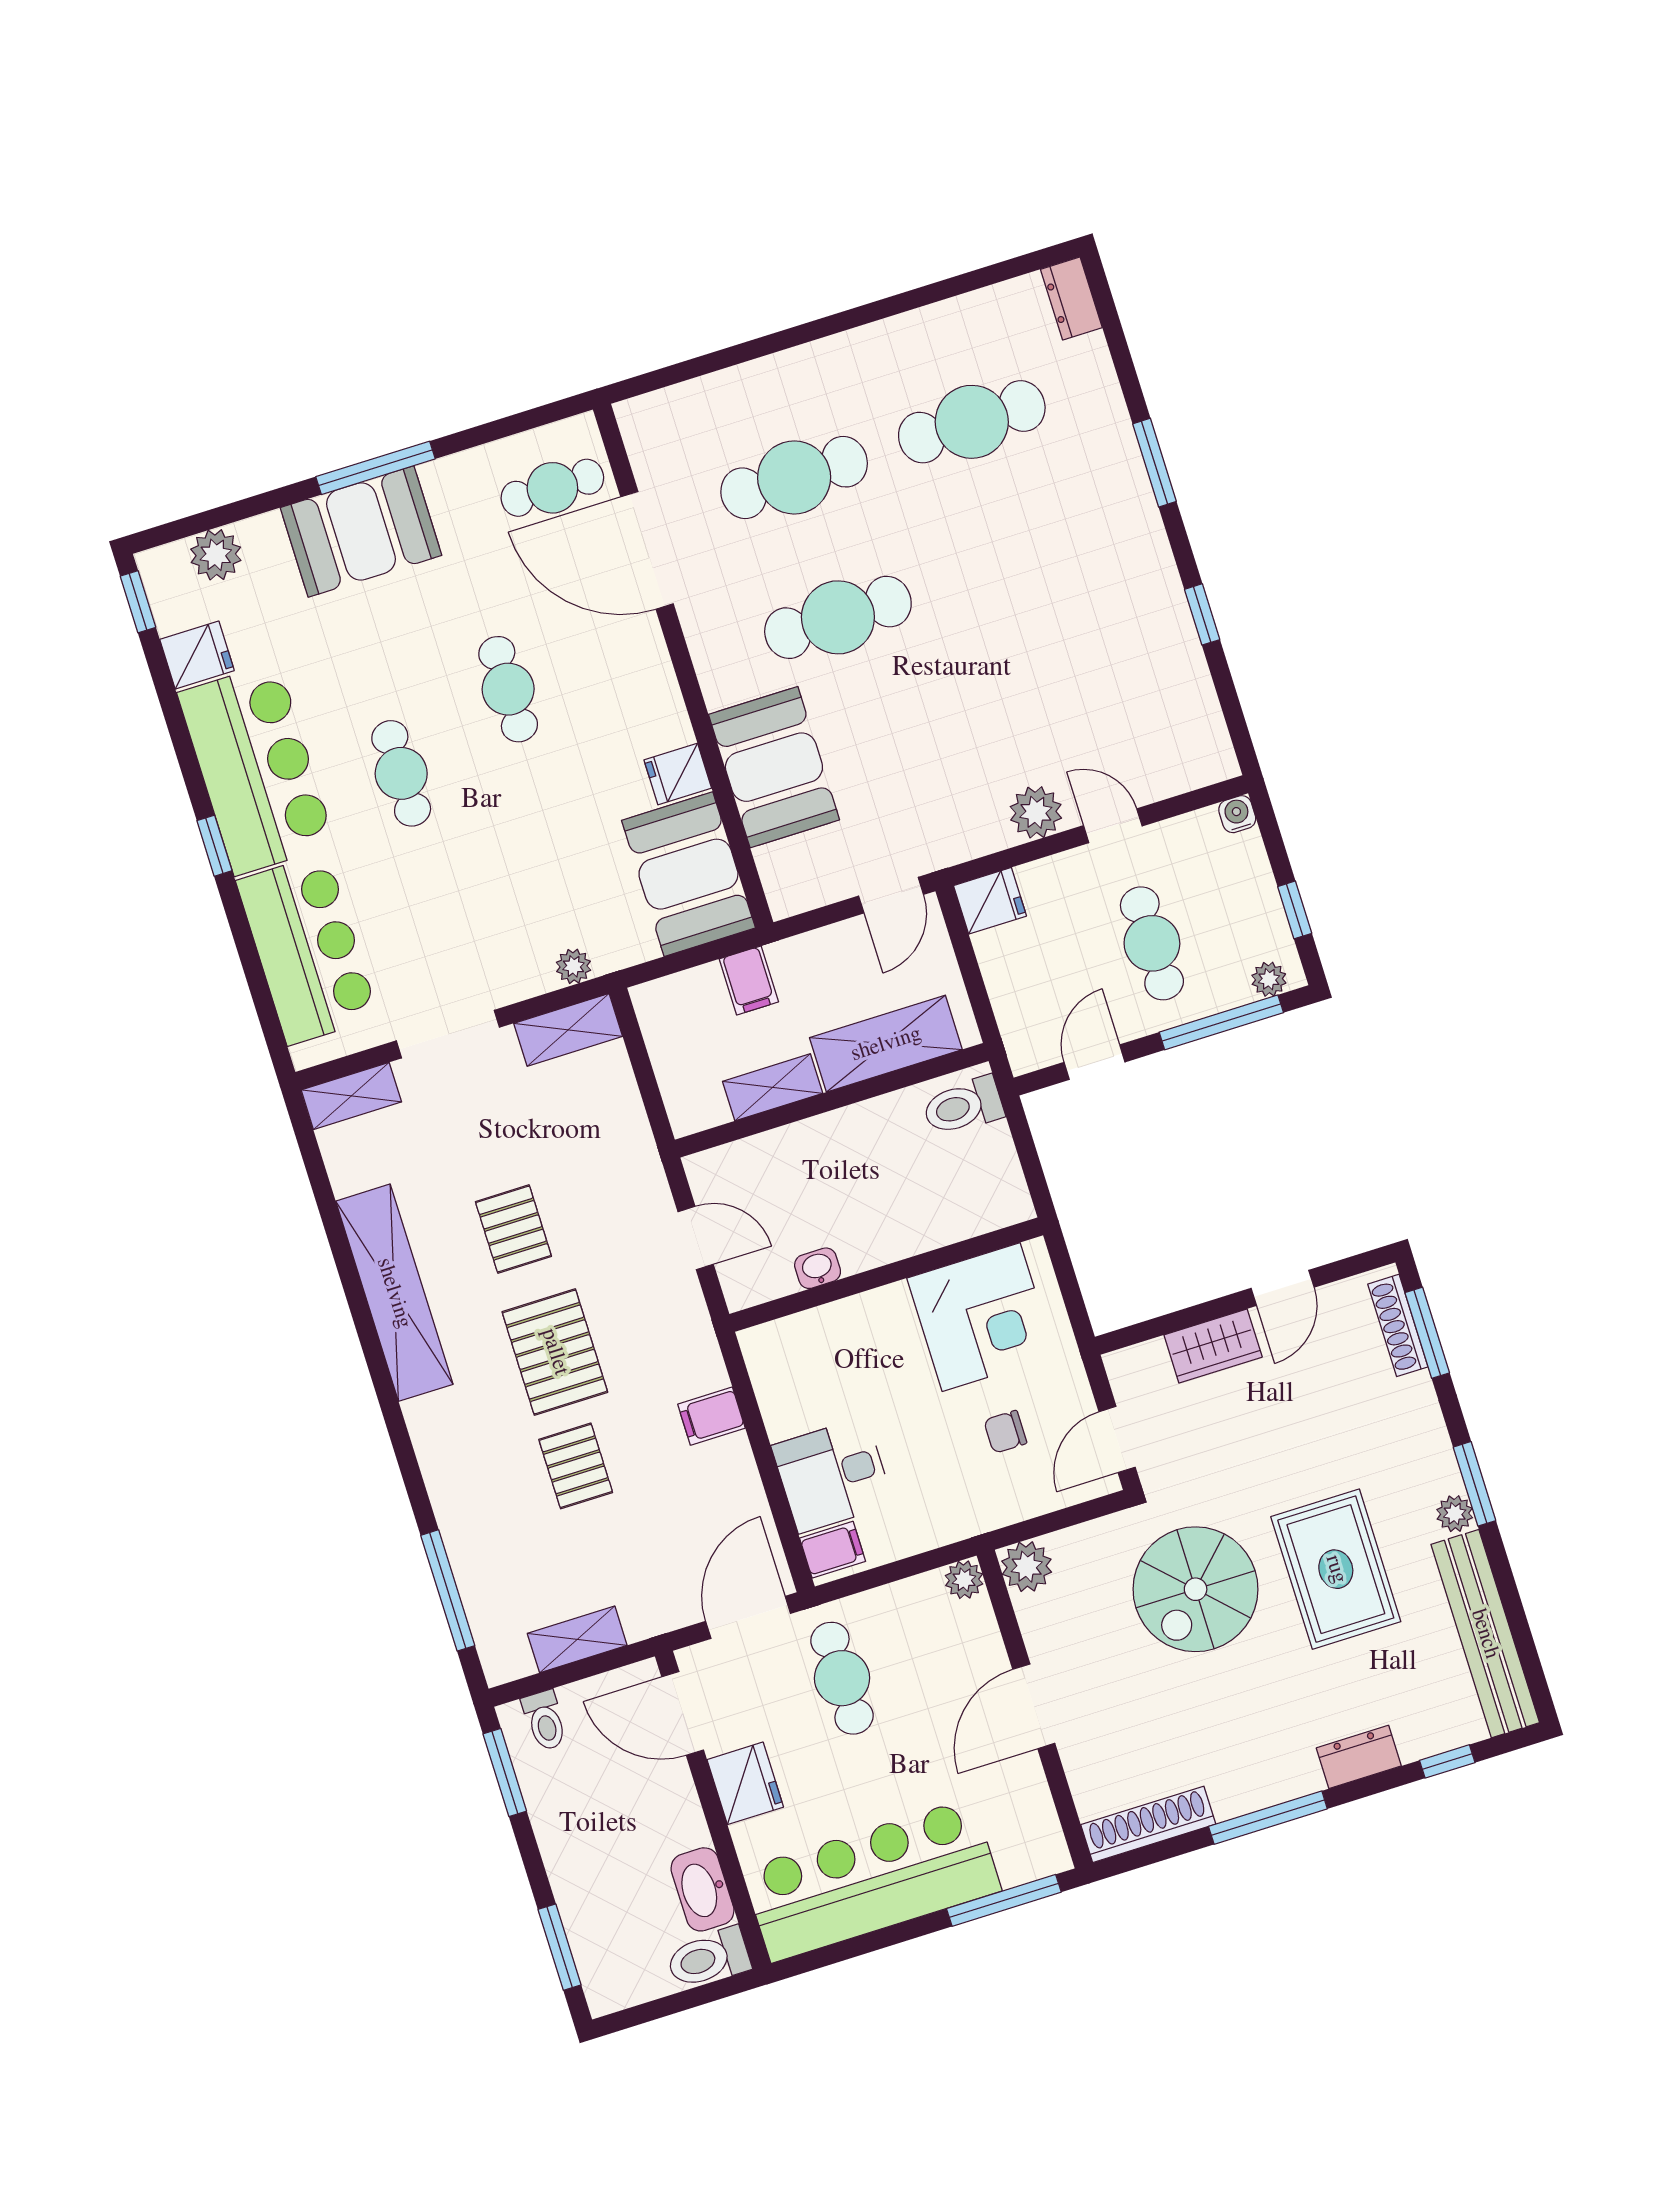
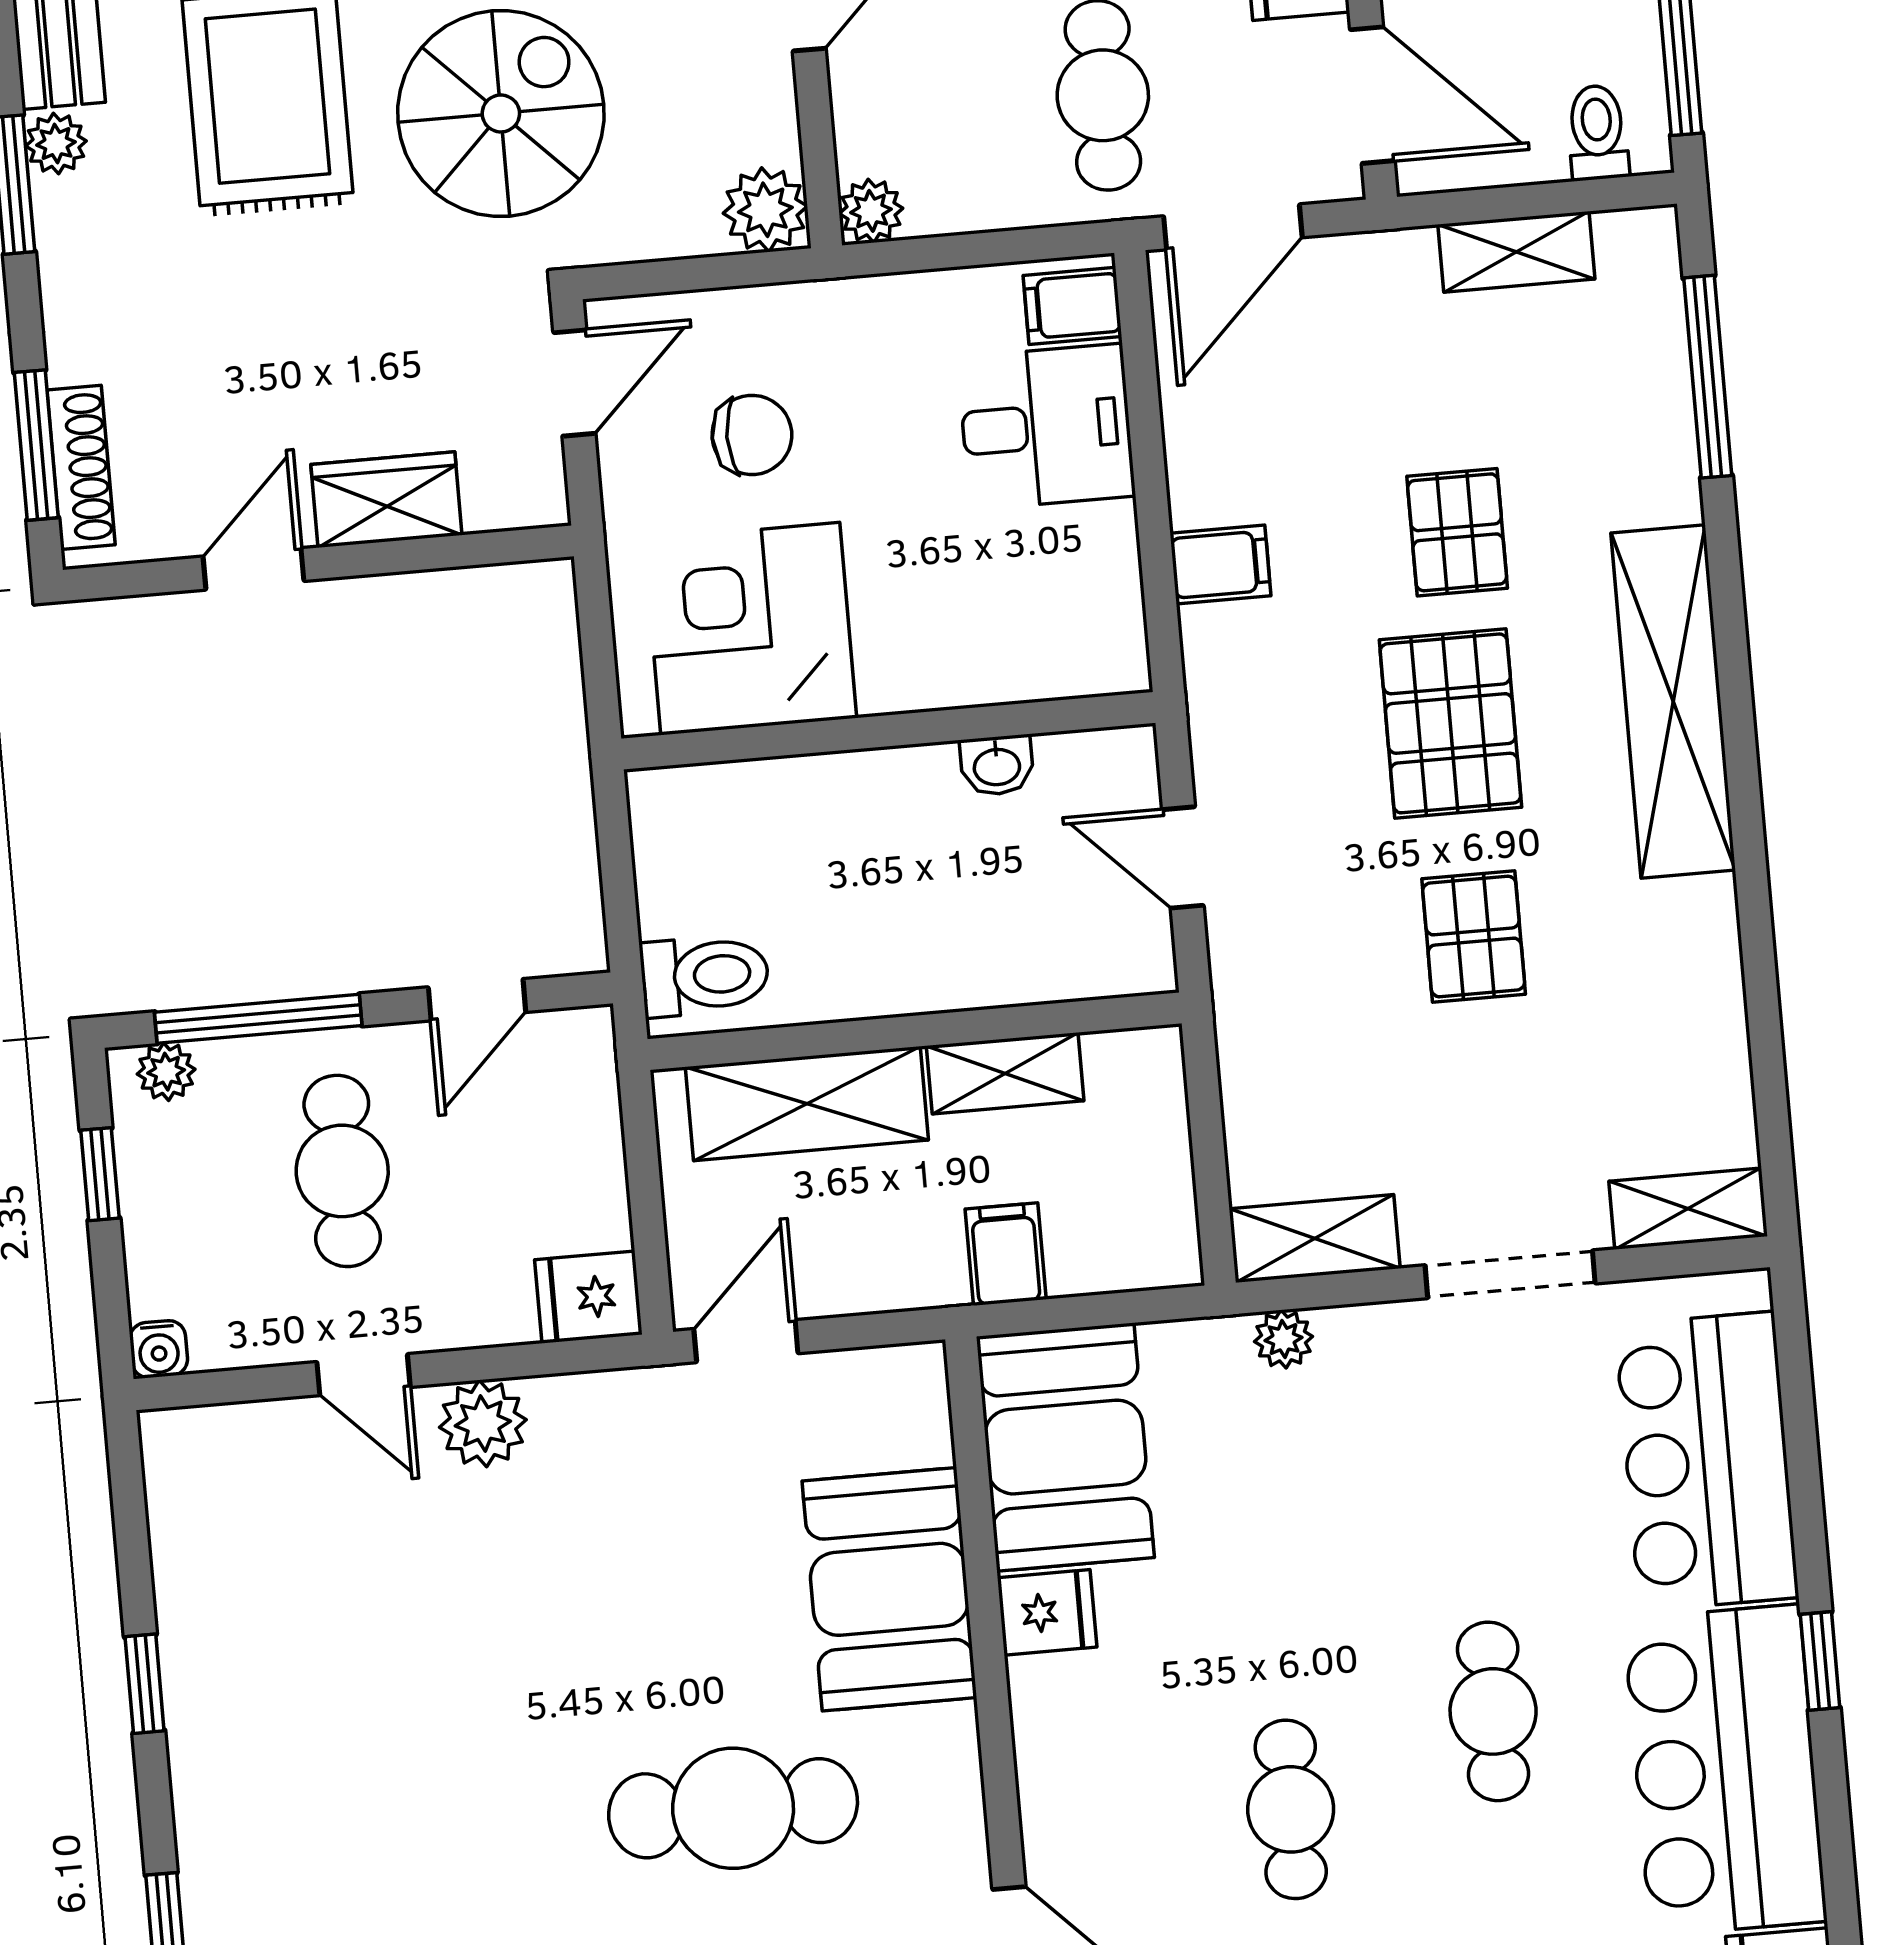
shelving: (394, 1293) -> (1673, 701), moved
chair: (1005, 1432) -> (752, 435), width x1.37, depth x1.37

